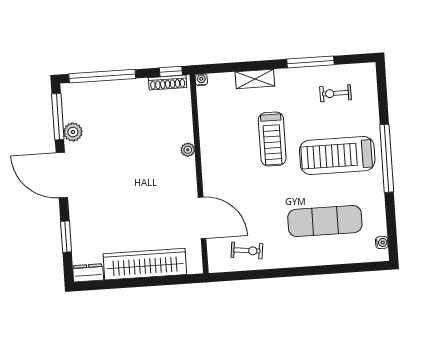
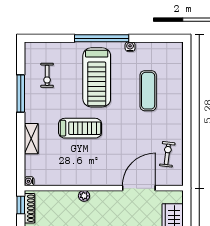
exercise mat: (325, 221) -> (148, 91), width x0.73, depth x0.69
water cooler: (382, 243) -> (130, 47), moved

